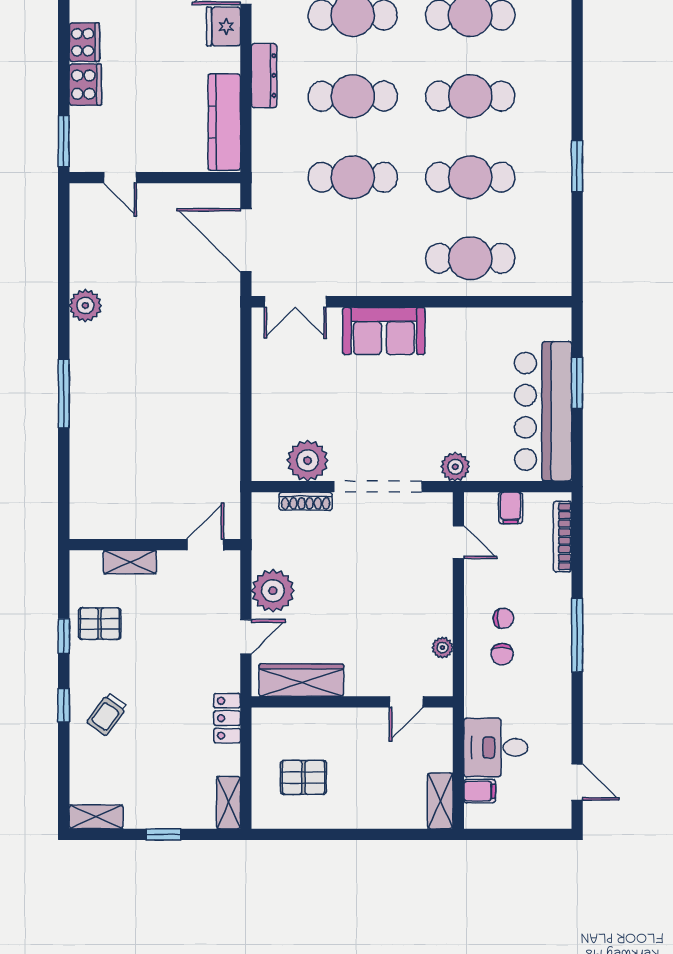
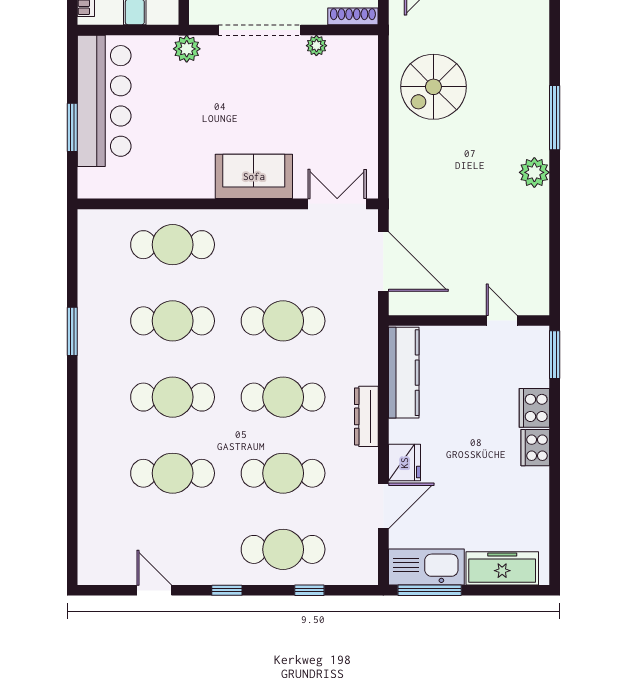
plant: (85, 306) -> (534, 172), moved
spiral stairs: (193, 426) -> (433, 87), added
plant: (308, 461) -> (316, 46), width x0.53, depth x0.53
shoe rack: (306, 501) -> (353, 16), moved

